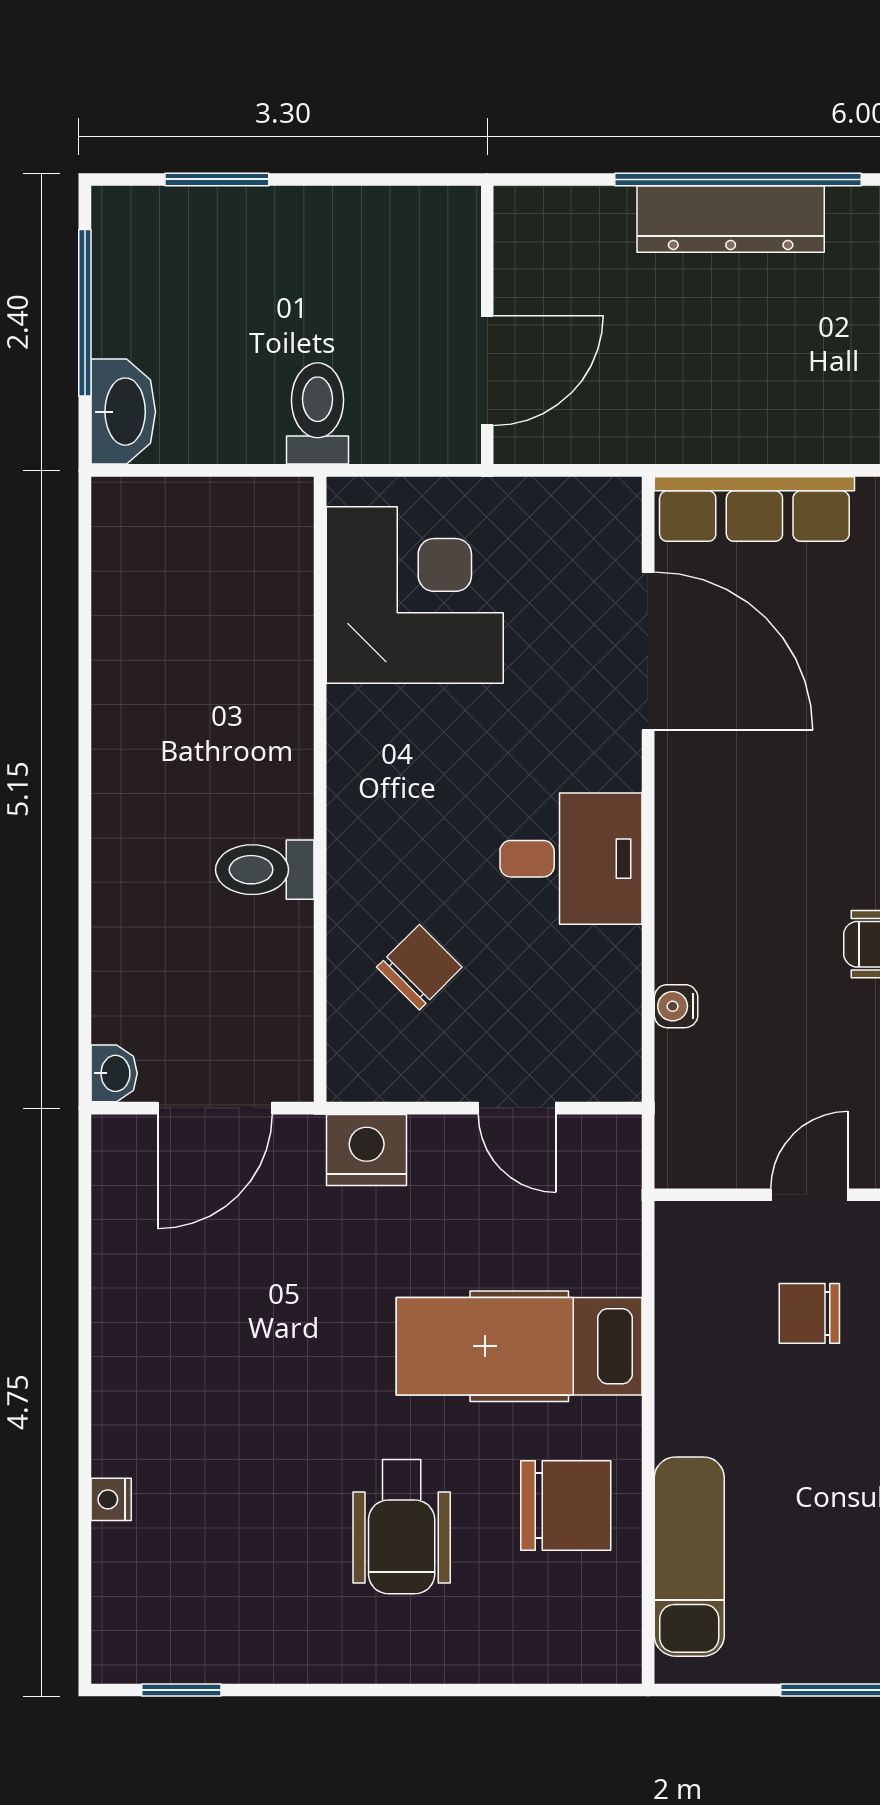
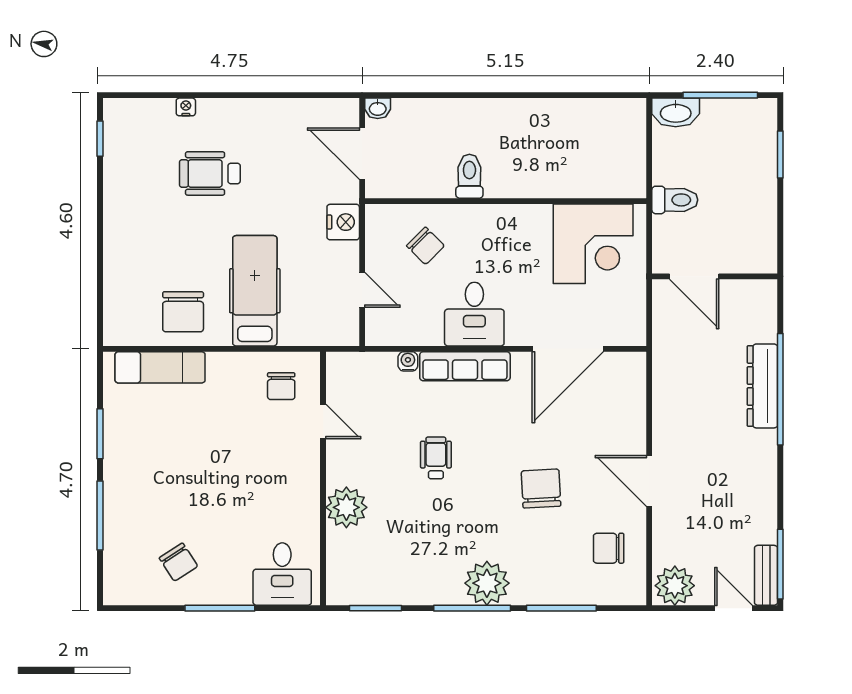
row of seats: (754, 509) -> (465, 366), moved, turned -90
door: (517, 1108) -> (362, 290), swing flipped
chair: (809, 1313) -> (281, 386), moved, turned 180
wheelchair: (402, 1527) -> (210, 173), moved

